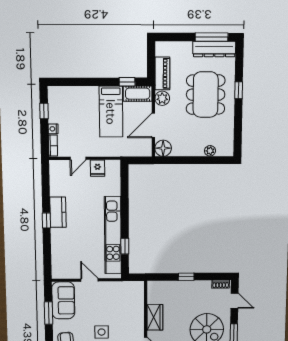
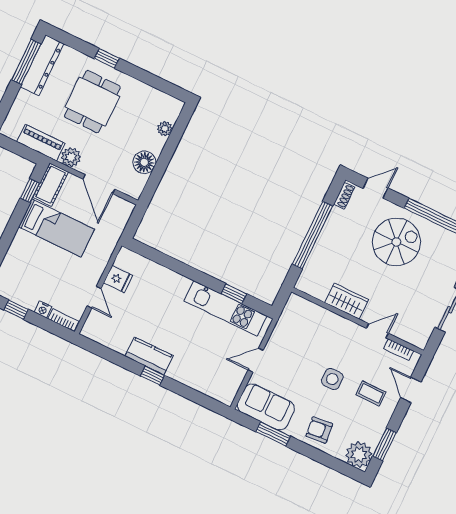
dining table: (206, 95) -> (92, 102), width x0.73
floor lamp: (163, 148) -> (144, 162), moved
kitchen unit: (113, 235) -> (226, 308), width x0.73
window: (186, 277) -> (312, 235), width x3.17

